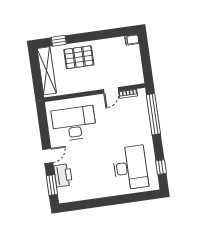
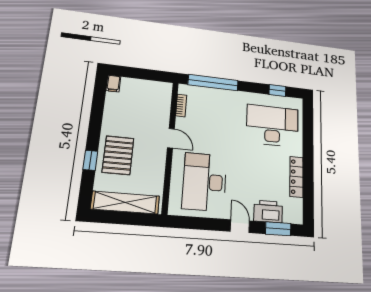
window: (59, 41) -> (90, 160), moved
door: (111, 90) -> (171, 138), moved
locker: (94, 193) -> (296, 177), added

